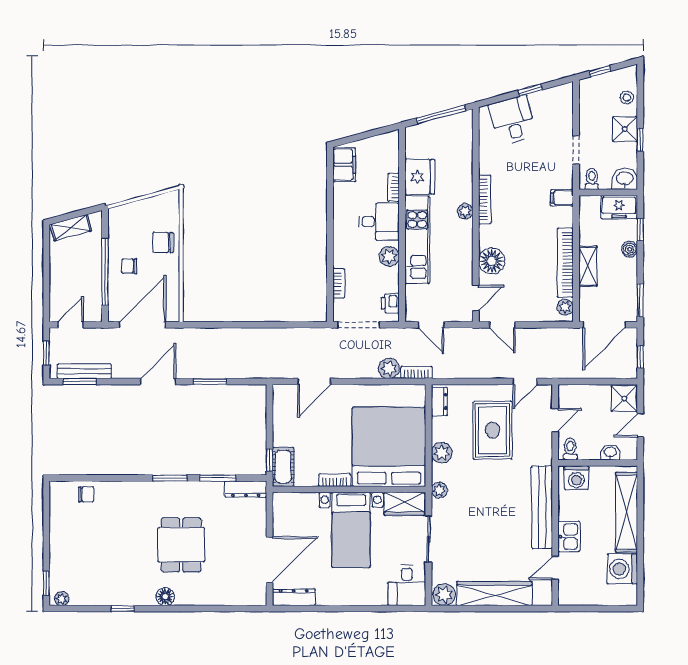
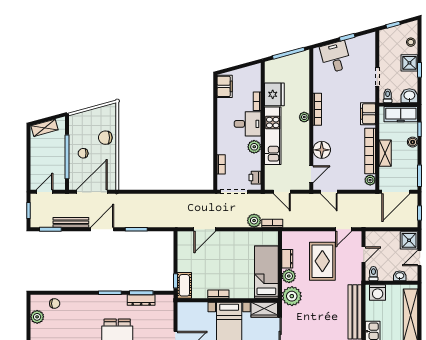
filing cabinet: (562, 198) -> (368, 114), width x2.00
freezer: (619, 207) -> (401, 114), width x1.40
bench: (84, 371) -> (71, 222), moved
dresser: (439, 401) -> (287, 259), moved
bed: (389, 447) -> (266, 272), width x0.49
dresser: (246, 489) -> (141, 300), moved
plant: (439, 490) -> (292, 296), width x1.88, depth x1.88
plant: (59, 515) -> (37, 317), added

